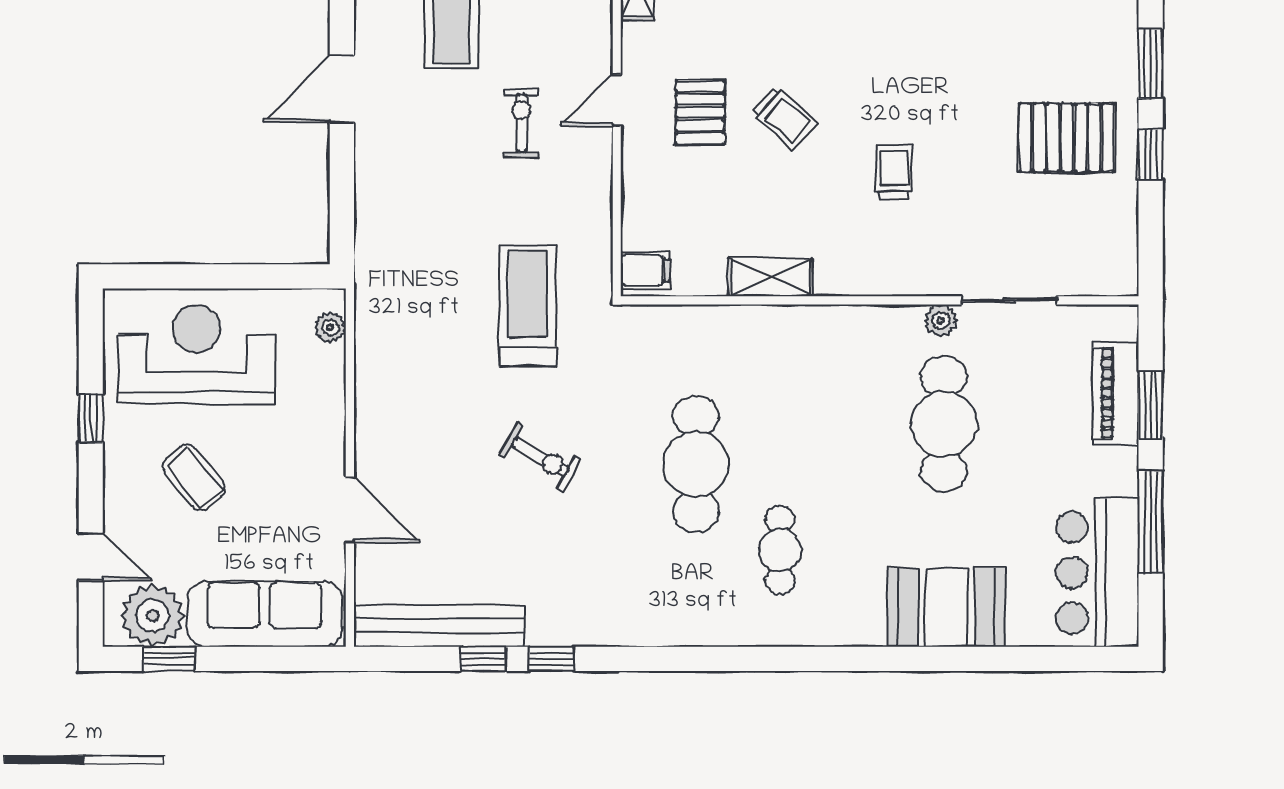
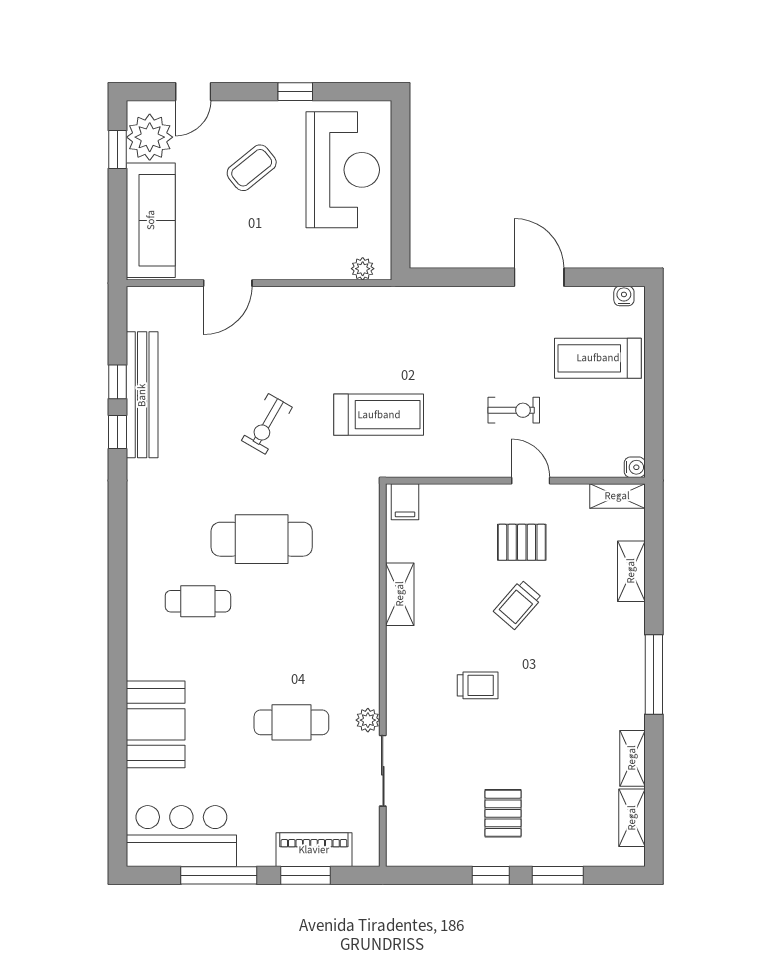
pallet: (1067, 138) -> (503, 813), width x0.67, depth x0.71
cafe table: (944, 424) -> (291, 722), width x0.73, depth x0.74
bench: (439, 626) -> (142, 395), moved

